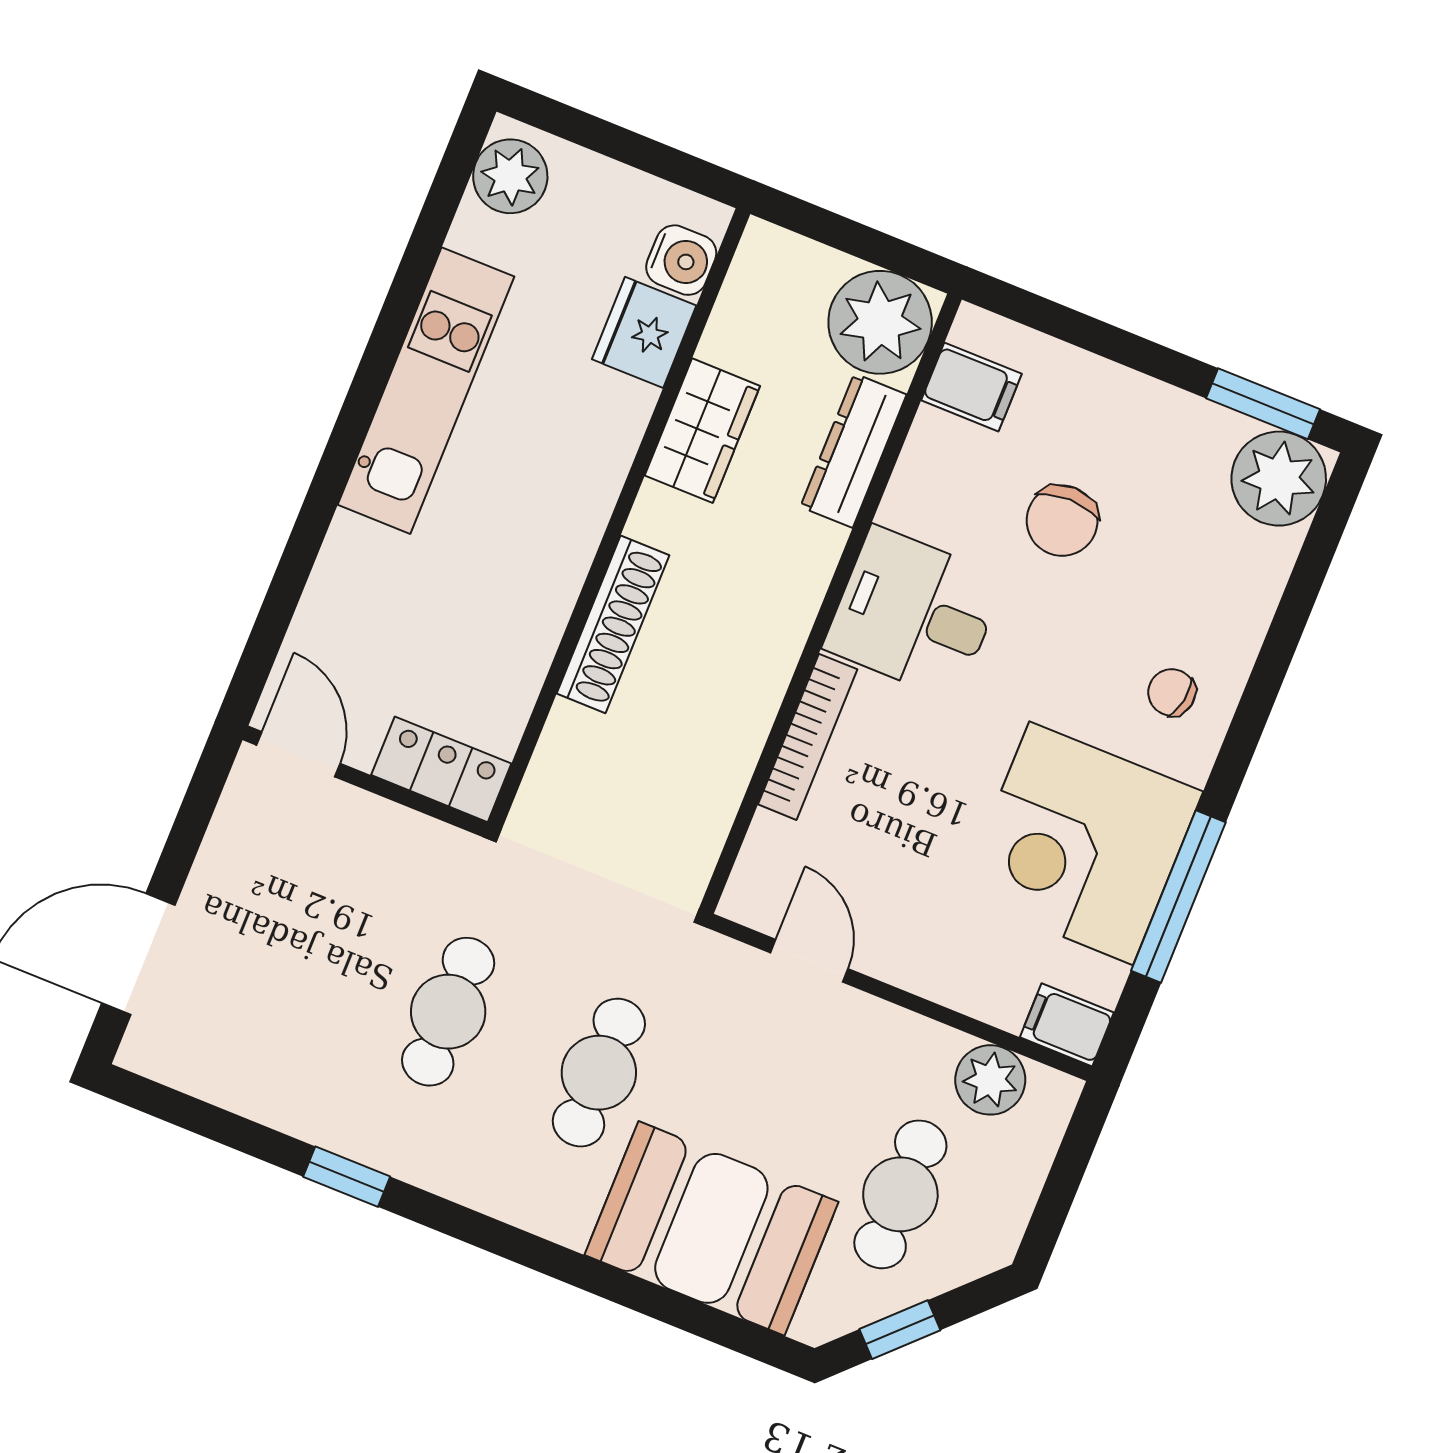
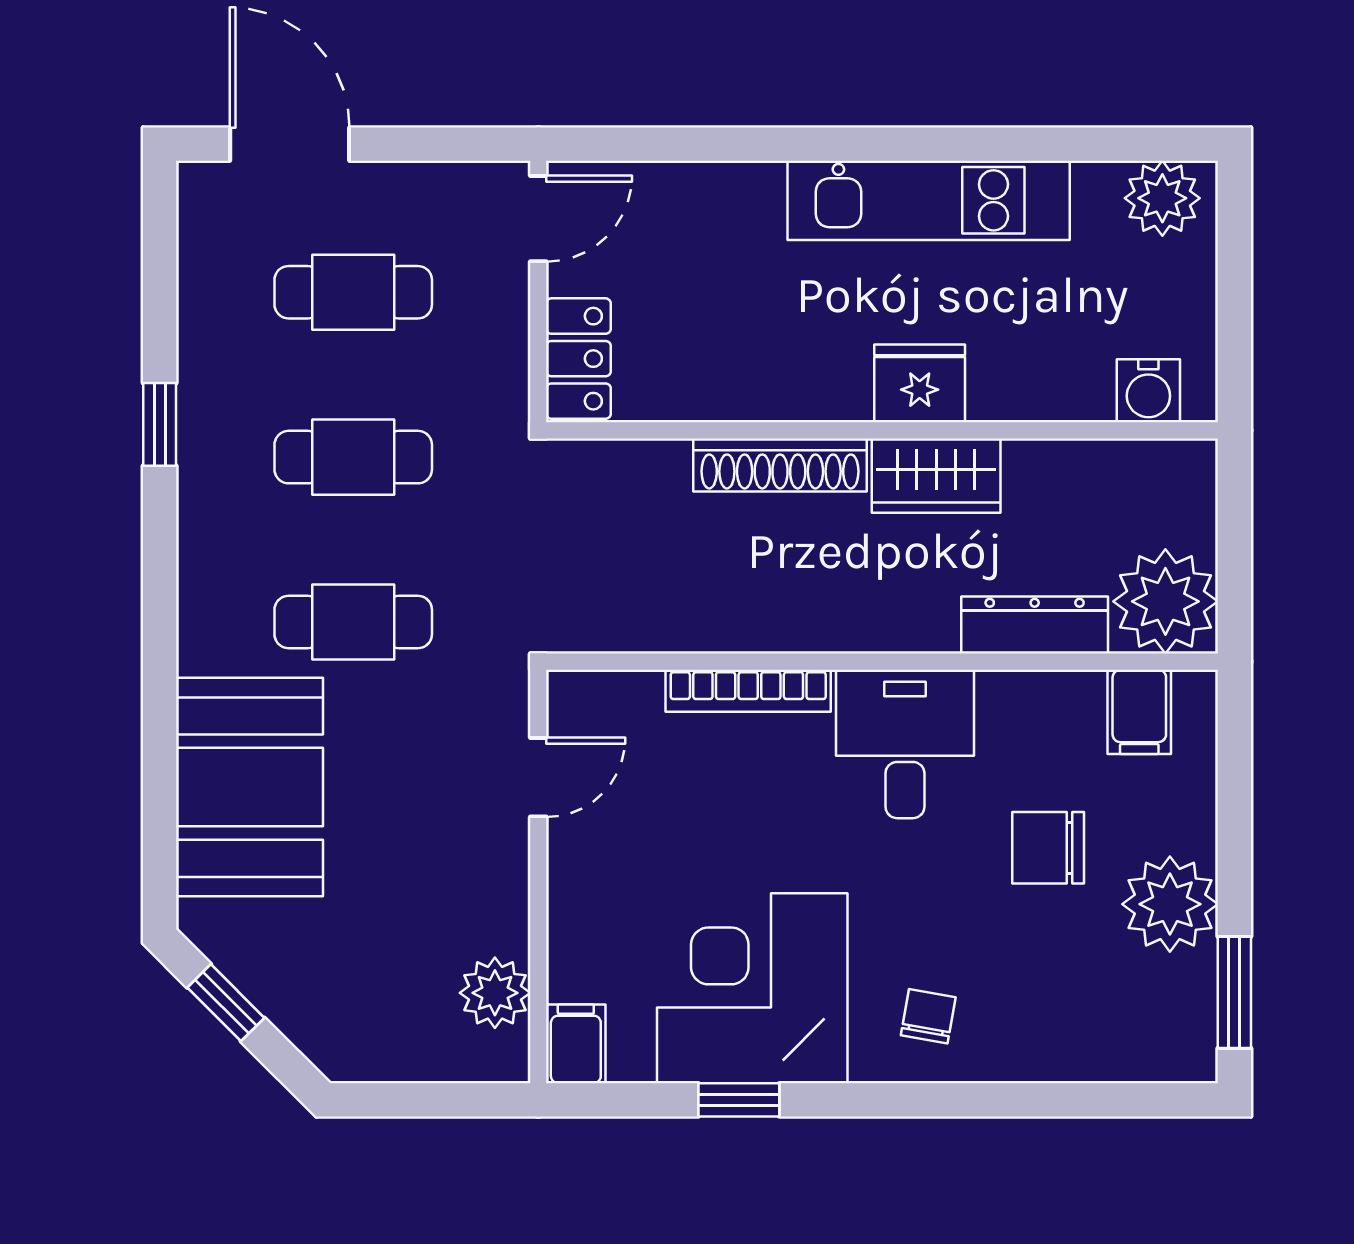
fridge: (644, 332) -> (920, 383), moved
wardrobe: (702, 431) -> (936, 476), moved
plant: (1279, 479) -> (1170, 904), moved
window: (1178, 896) -> (739, 1100), width x0.46
cafe table: (900, 1194) -> (353, 292), moved

